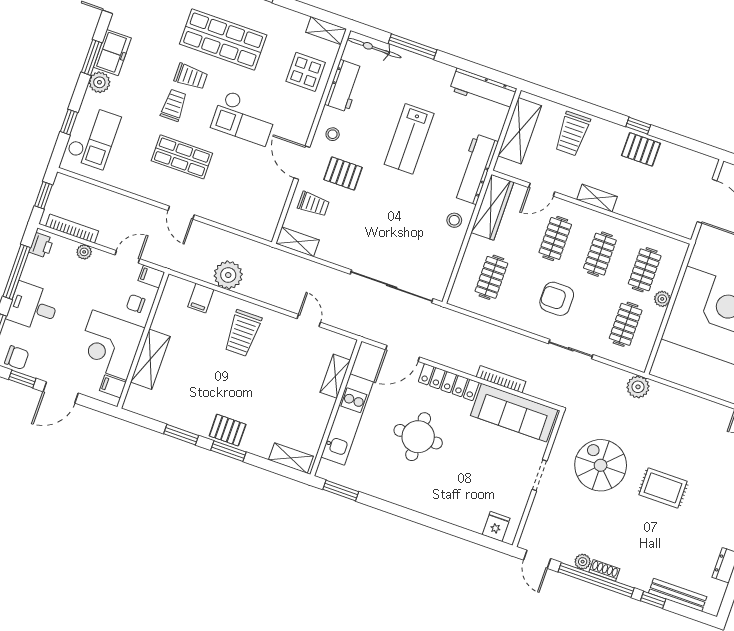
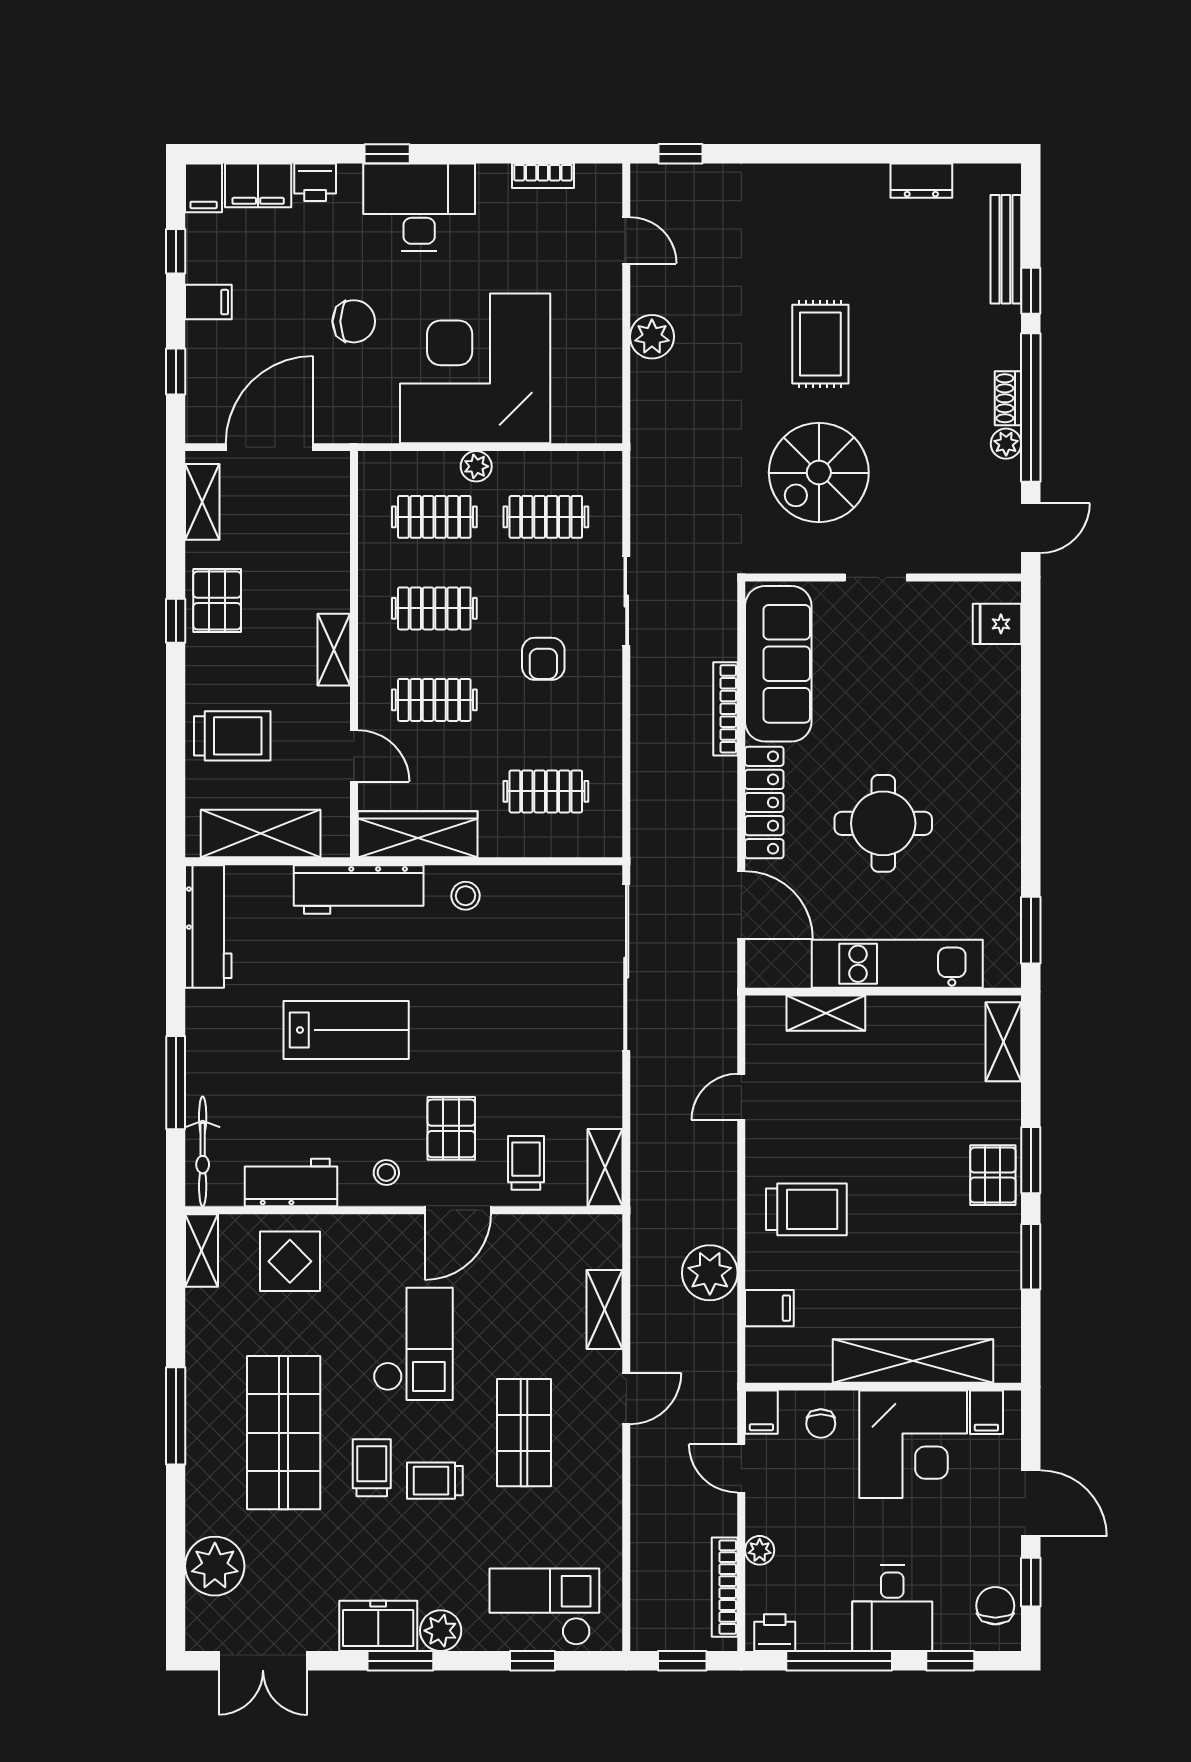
shelving: (692, 159) -> (202, 502), added
shelving: (228, 217) -> (604, 1310), added
armchair: (557, 299) -> (543, 659), width x0.72, depth x0.72
shelving: (150, 359) -> (913, 1361), width x1.47
plant: (638, 387) -> (652, 337), moved

